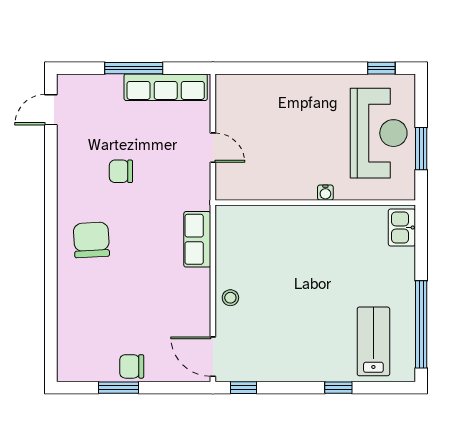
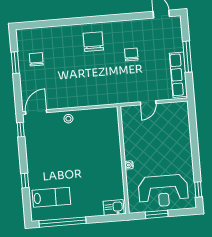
row of seats: (197, 239) -> (98, 98), removed
chair: (91, 240) -> (93, 42), turned -87
chair: (132, 366) -> (36, 59), moved

